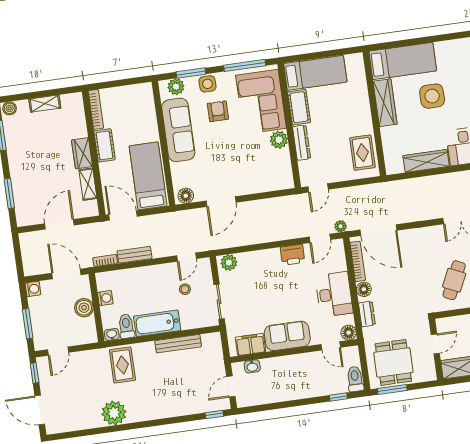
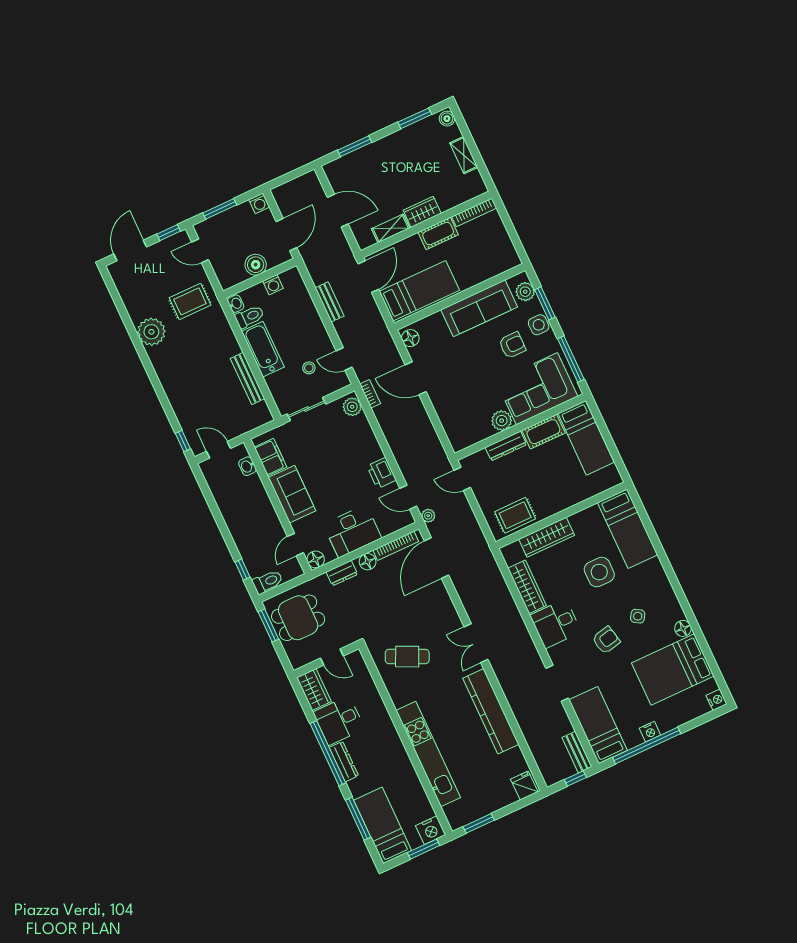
wardrobe: (385, 103) -> (547, 537), moved
bookcase: (105, 261) -> (370, 394), moved
rug: (122, 365) -> (190, 301), moved

